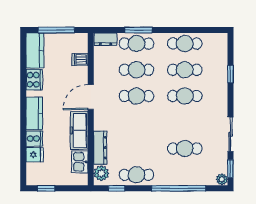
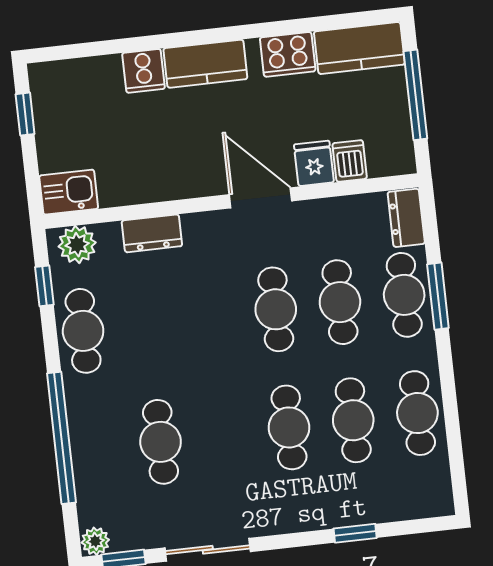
freezer: (79, 130) -> (176, 178), removed
dresser: (100, 148) -> (152, 233), width x0.70
fridge: (35, 155) -> (314, 163), moved, turned 180
kitchen sink: (80, 162) -> (69, 192), moved

